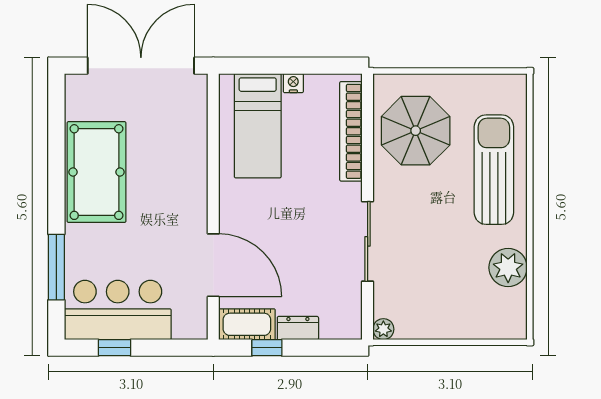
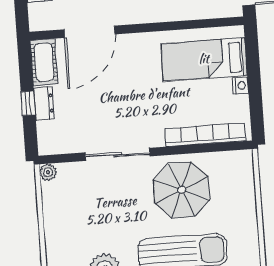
parasol: (416, 131) -> (182, 190), moved
window: (267, 348) -> (28, 103), moved

